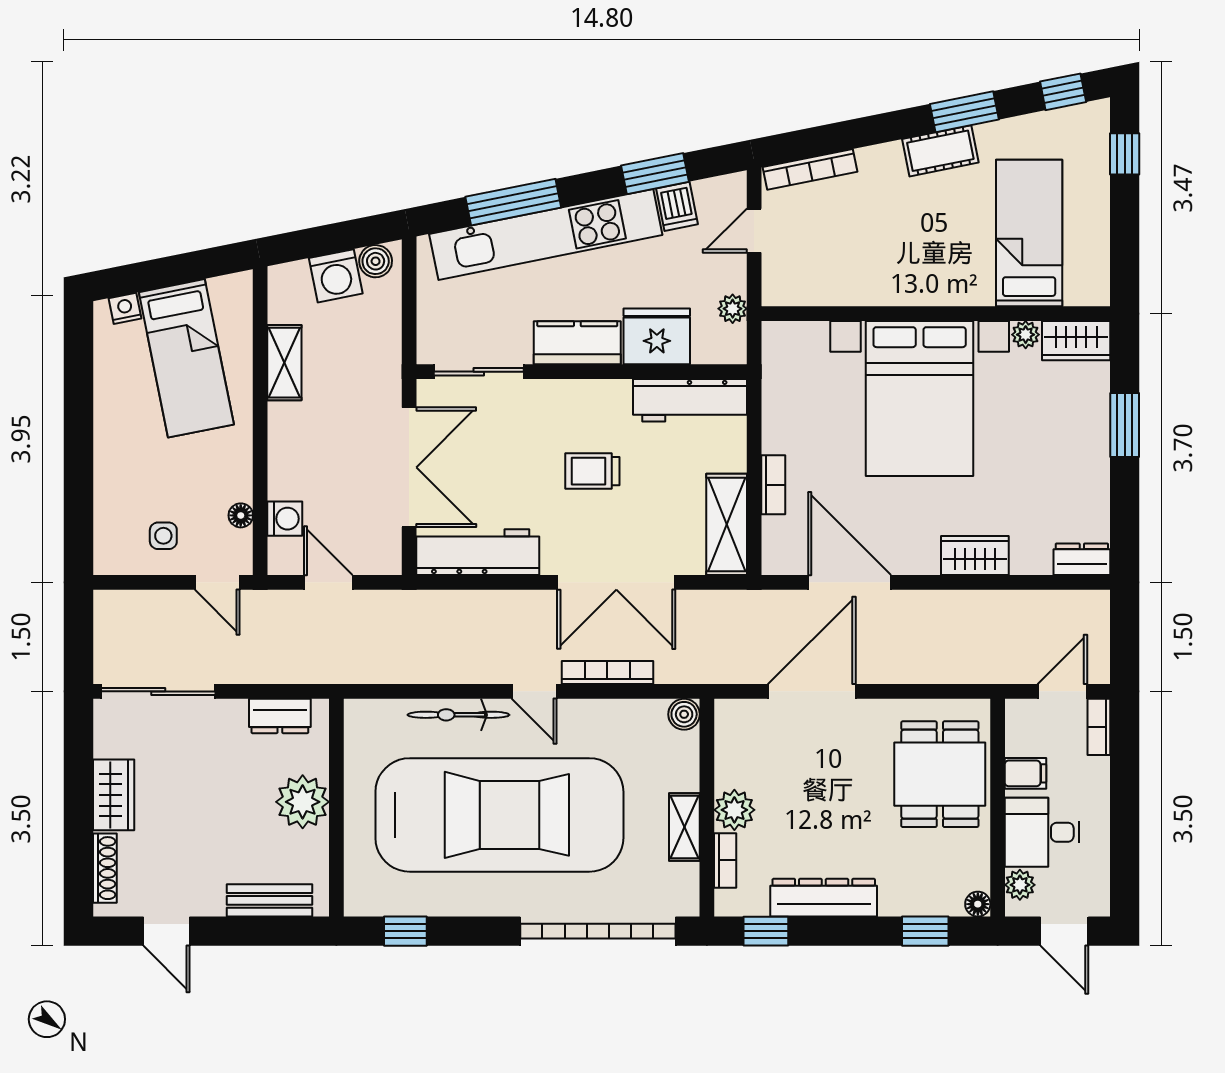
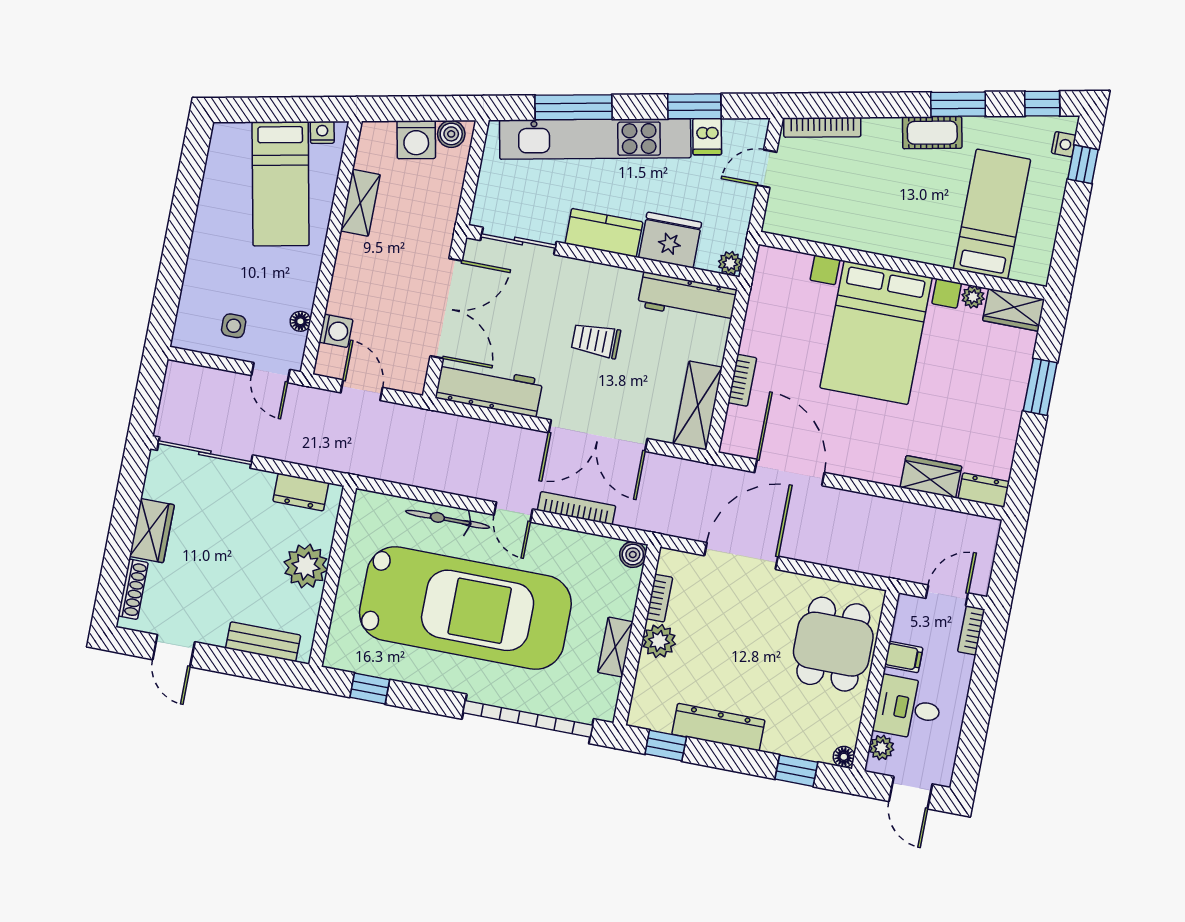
nightstand: (1098, 135) -> (1064, 144), added
nightstand: (125, 308) -> (322, 132), moved
plant: (733, 309) -> (730, 263), moved
wardrobe: (975, 556) -> (931, 477), moved
bookcase: (725, 860) -> (659, 598), moved

